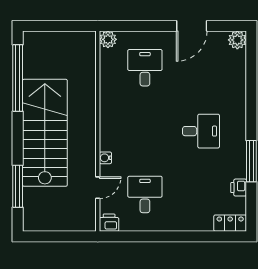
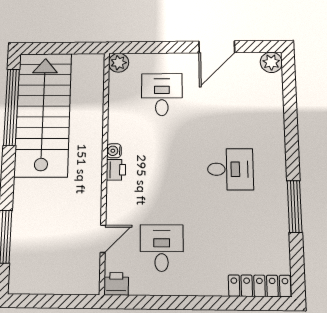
stairs: (45, 133) -> (43, 114), moved
water cooler: (105, 158) -> (114, 151), moved
printer: (239, 188) -> (116, 170), moved, turned 180
locker: (230, 223) -> (260, 286), width x1.53

